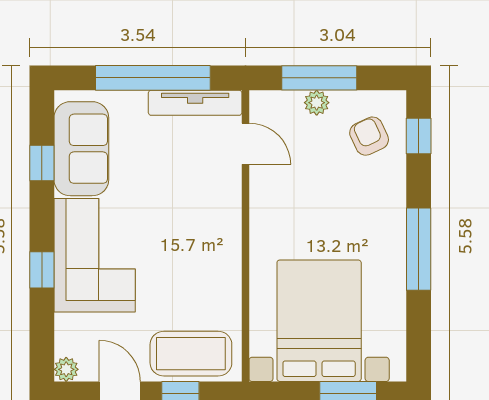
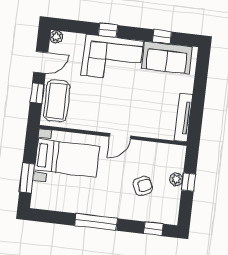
window: (153, 78) -> (198, 98), removed
window: (319, 78) -> (189, 182), width x0.46
armchair: (369, 136) -> (143, 186), moved
door: (245, 144) -> (120, 136), moved
bed with nightstands: (319, 321) -> (67, 158), width x0.73

